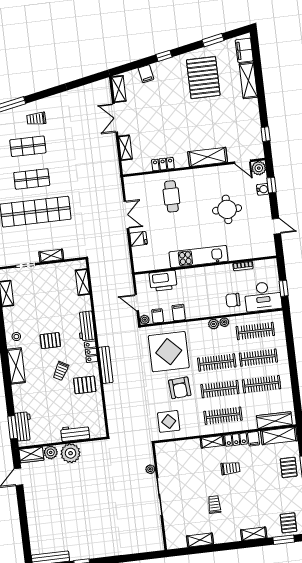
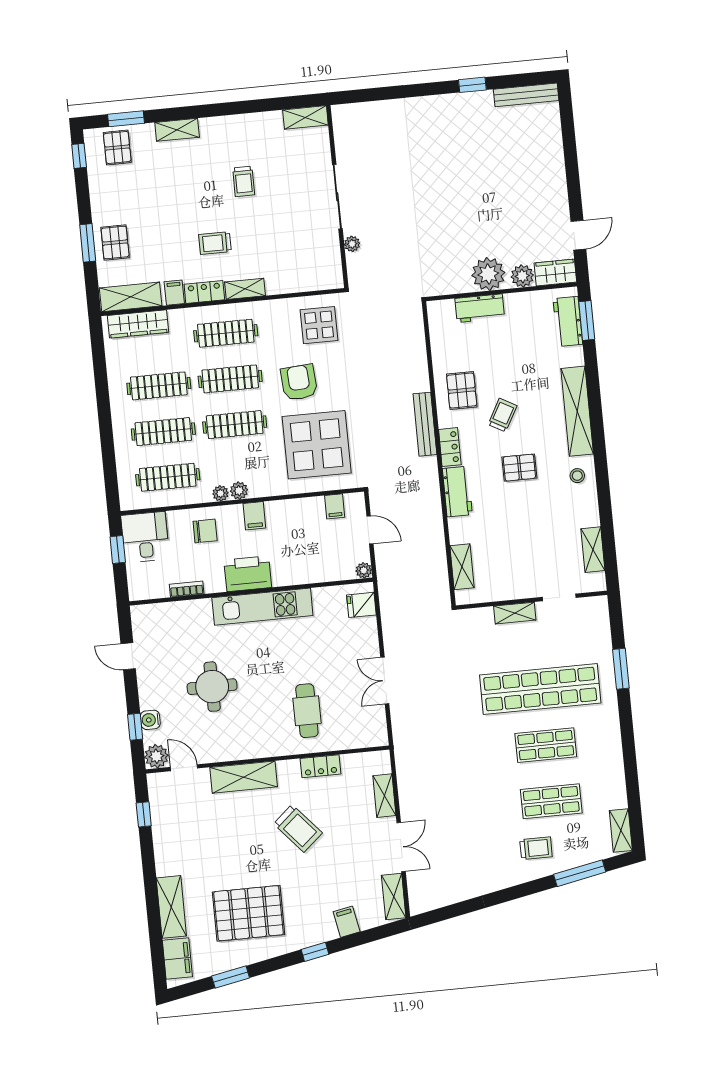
pallet: (203, 78) -> (249, 913), turned 90
trolley: (175, 128) -> (298, 828), added
fridge: (138, 239) -> (361, 605), moved
printer: (163, 281) -> (248, 574), moved
desk: (263, 296) -> (145, 537), width x0.73
filing cabinet: (179, 313) -> (254, 516), moved
plant: (145, 320) -> (364, 570), moved
shelving: (16, 366) -> (577, 411), width x1.47
pallet: (85, 385) -> (462, 391), turned 90
shelving: (200, 540) -> (305, 117), moved

